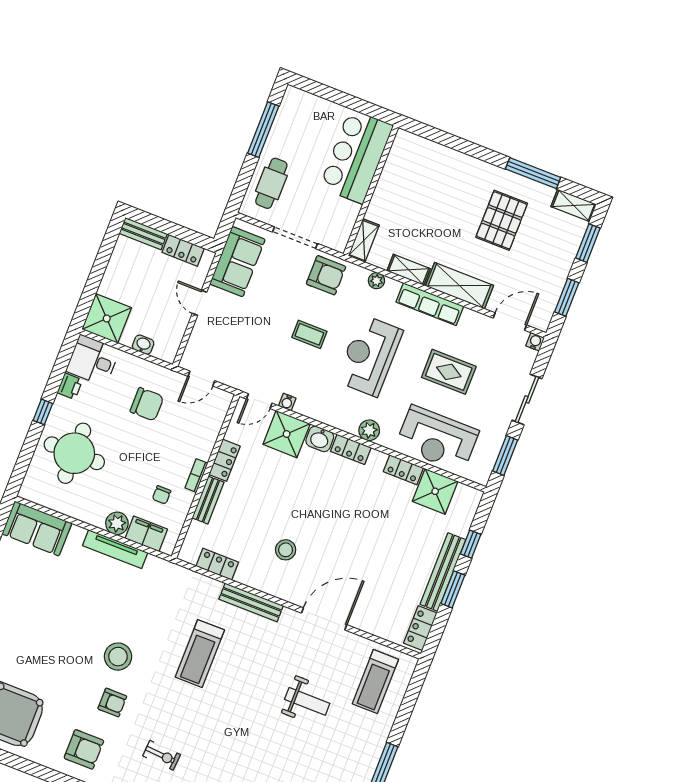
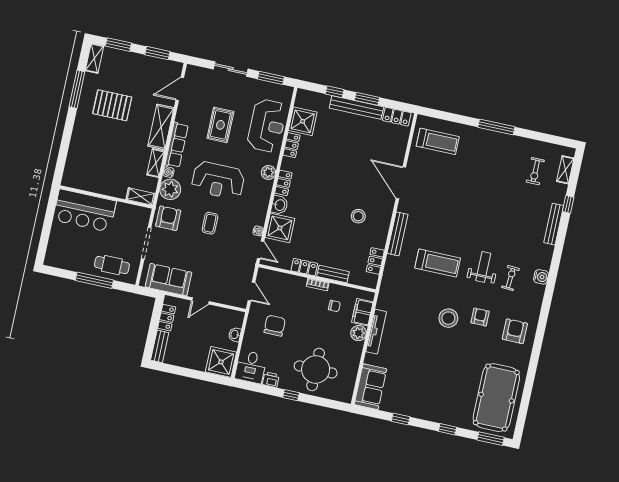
window: (263, 130) -> (94, 280), moved
plant: (376, 281) -> (170, 189), width x1.88, depth x1.88
door: (510, 321) -> (180, 89), hinge flipped
water cooler: (535, 342) -> (168, 172), moved
weight bench: (307, 701) -> (483, 267), moved

